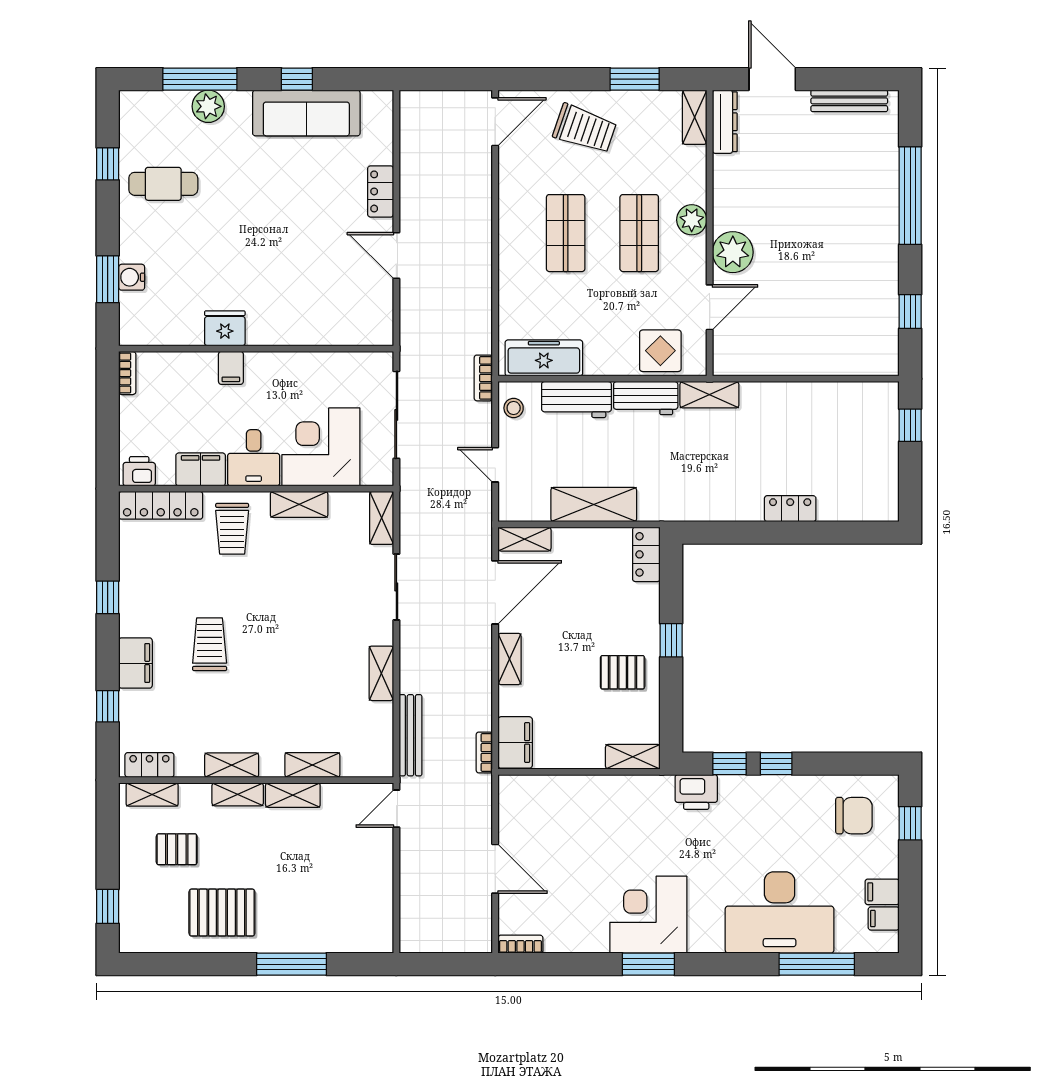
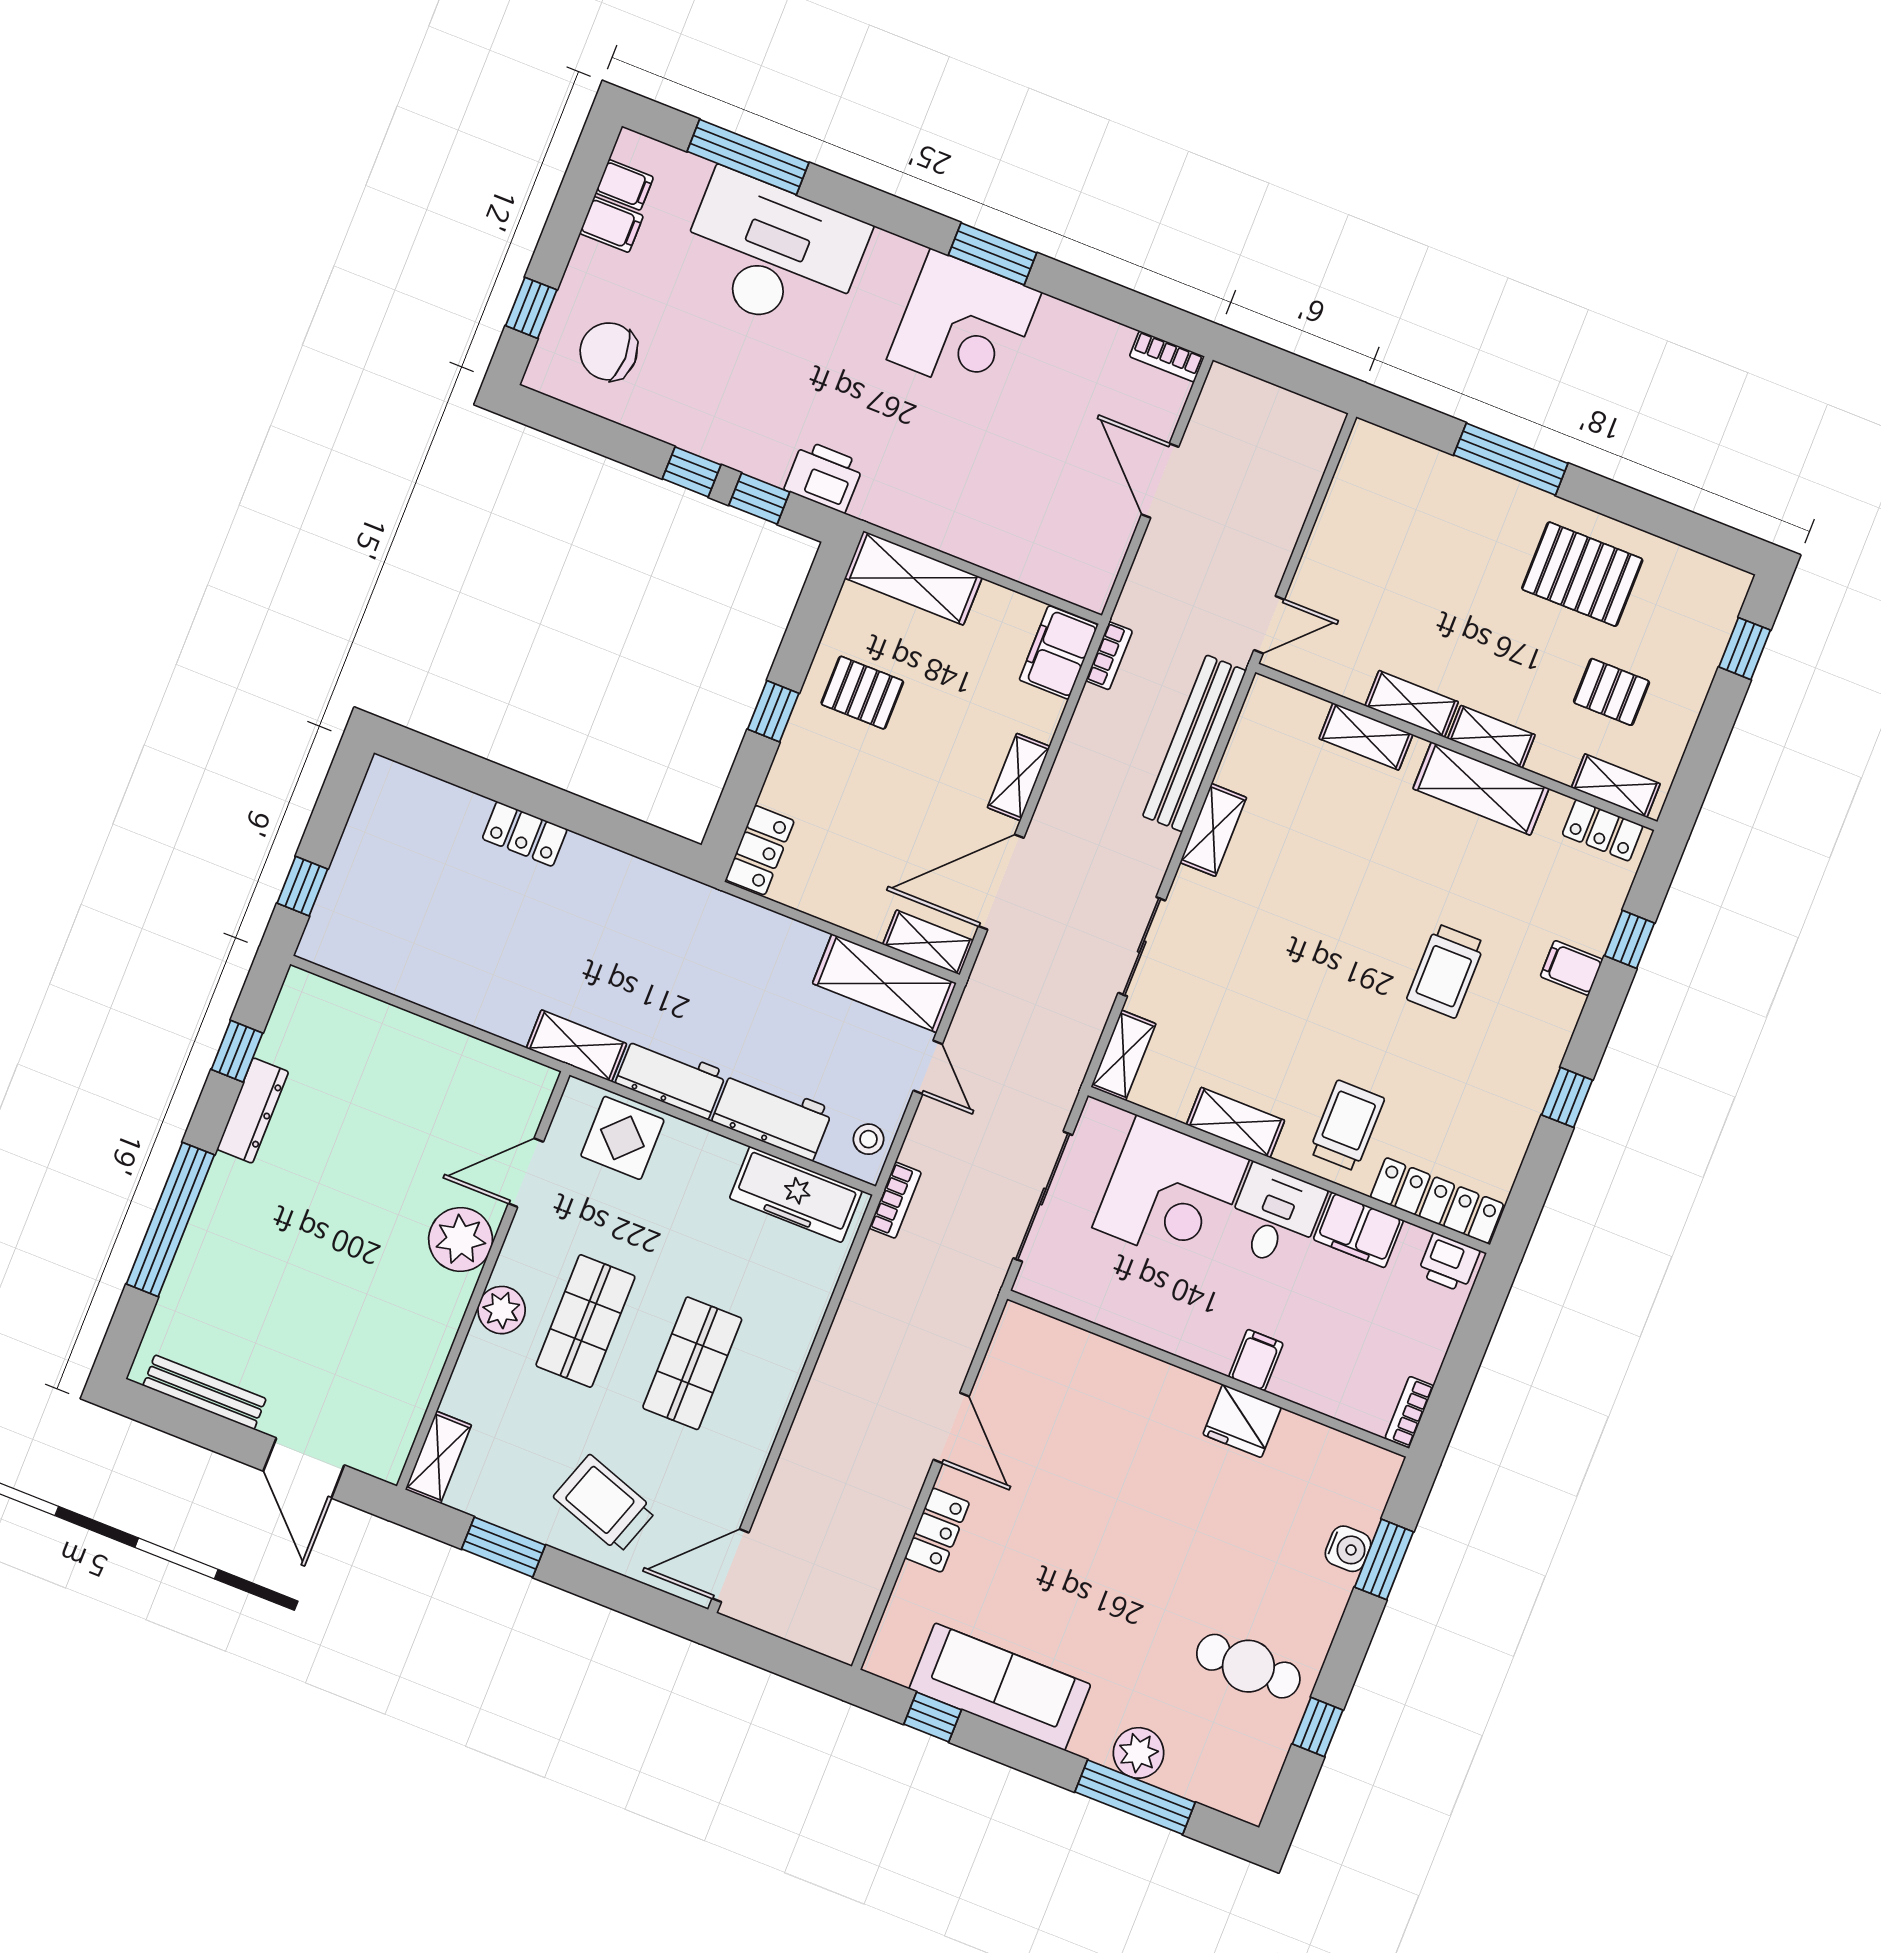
window: (297, 79) -> (933, 1717), moved
dresser: (725, 122) -> (253, 1110), moved, turned 180
shelving: (594, 505) -> (884, 983), moved
filing cabinet: (135, 663) -> (1572, 968), width x0.50
bench: (410, 735) -> (1194, 743), width x1.37, depth x1.21
shelving: (633, 757) -> (913, 578), width x1.50, depth x1.33
shelving: (232, 765) -> (1481, 788), width x1.50, depth x1.33

